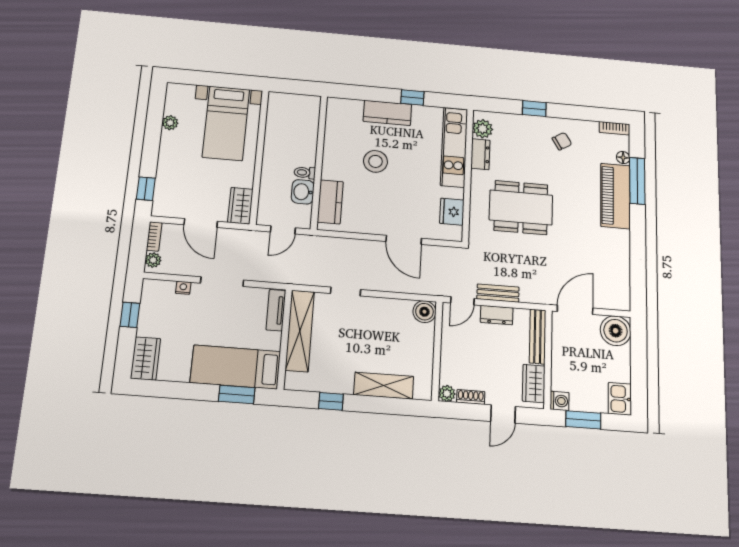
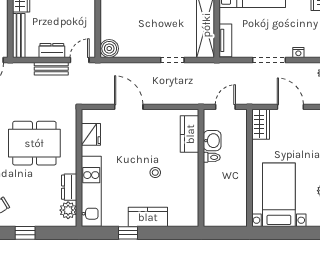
stool: (375, 161) -> (155, 173), width x0.53, depth x0.53

